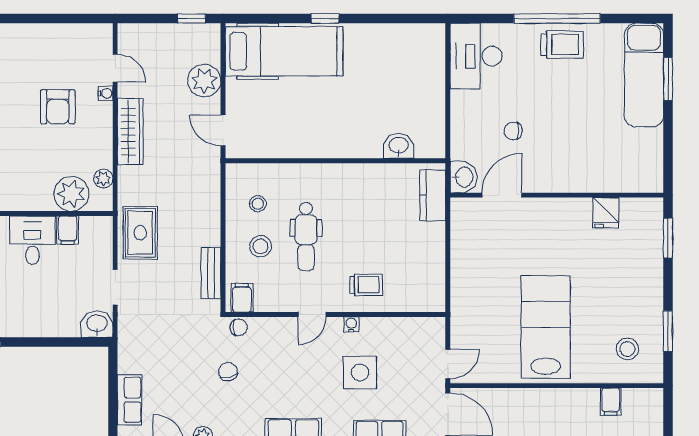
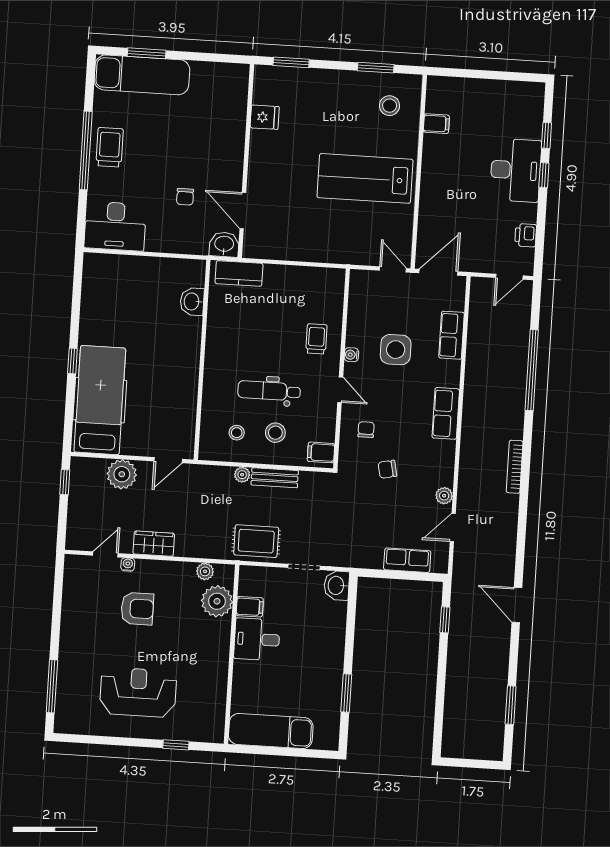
wardrobe: (130, 131) -> (154, 544), width x0.67
plant: (212, 213) -> (242, 475), added
dental chair: (306, 236) -> (269, 391), turned 180
bench: (211, 273) -> (275, 478), moved
chair: (239, 327) -> (366, 430), moved

